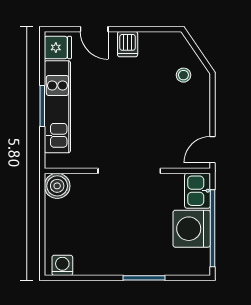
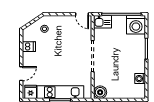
dishwasher: (128, 44) -> (29, 47), moved
washing machine: (192, 229) -> (136, 25), moved
washing machine: (62, 265) -> (140, 79), moved

